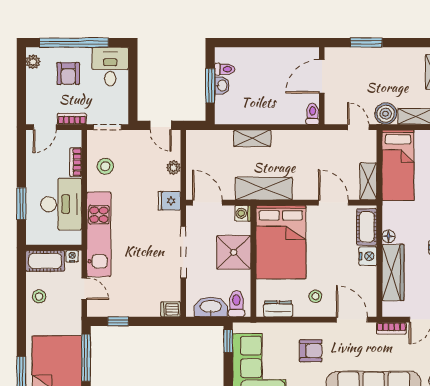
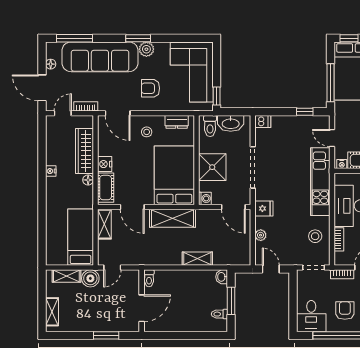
washbasin: (222, 86) -> (222, 277), moved
door: (358, 127) -> (112, 268), hinge flipped
shelving: (264, 189) -> (173, 218), moved

